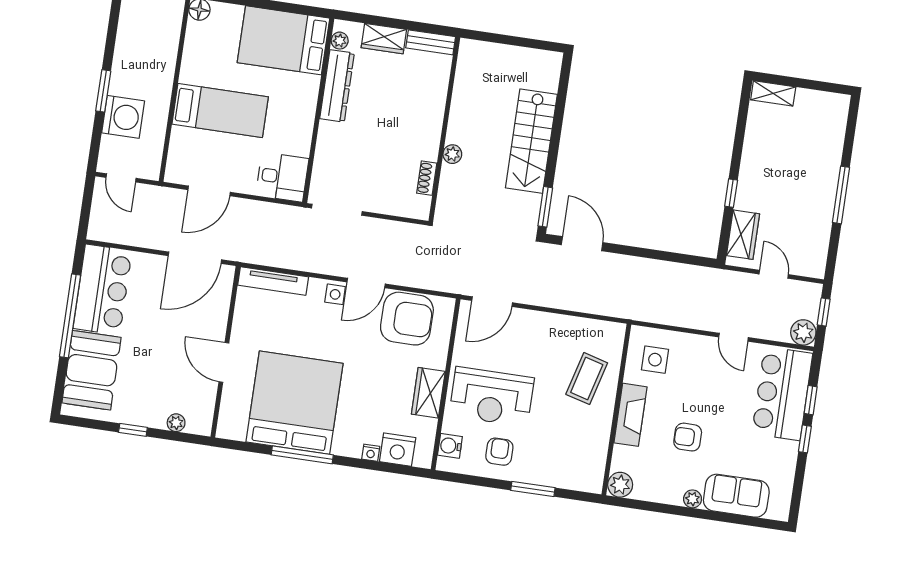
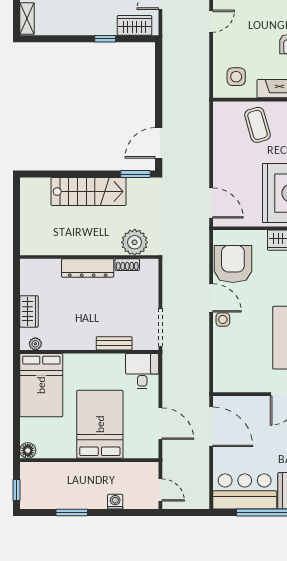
bench: (431, 42) -> (114, 343), moved, turned 90
dresser: (337, 86) -> (88, 268), moved, turned 180
window: (103, 91) -> (72, 513), moved
bed: (220, 110) -> (100, 424), width x1.50
washing machine: (123, 117) -> (115, 502), width x0.53, depth x0.53
plant: (452, 154) -> (135, 242), moved, width x1.87, depth x1.87
door: (121, 178) -> (160, 490), hinge flipped
tv unit: (273, 281) -> (220, 367), removed
coffee table: (587, 379) -> (257, 125), turned 59

